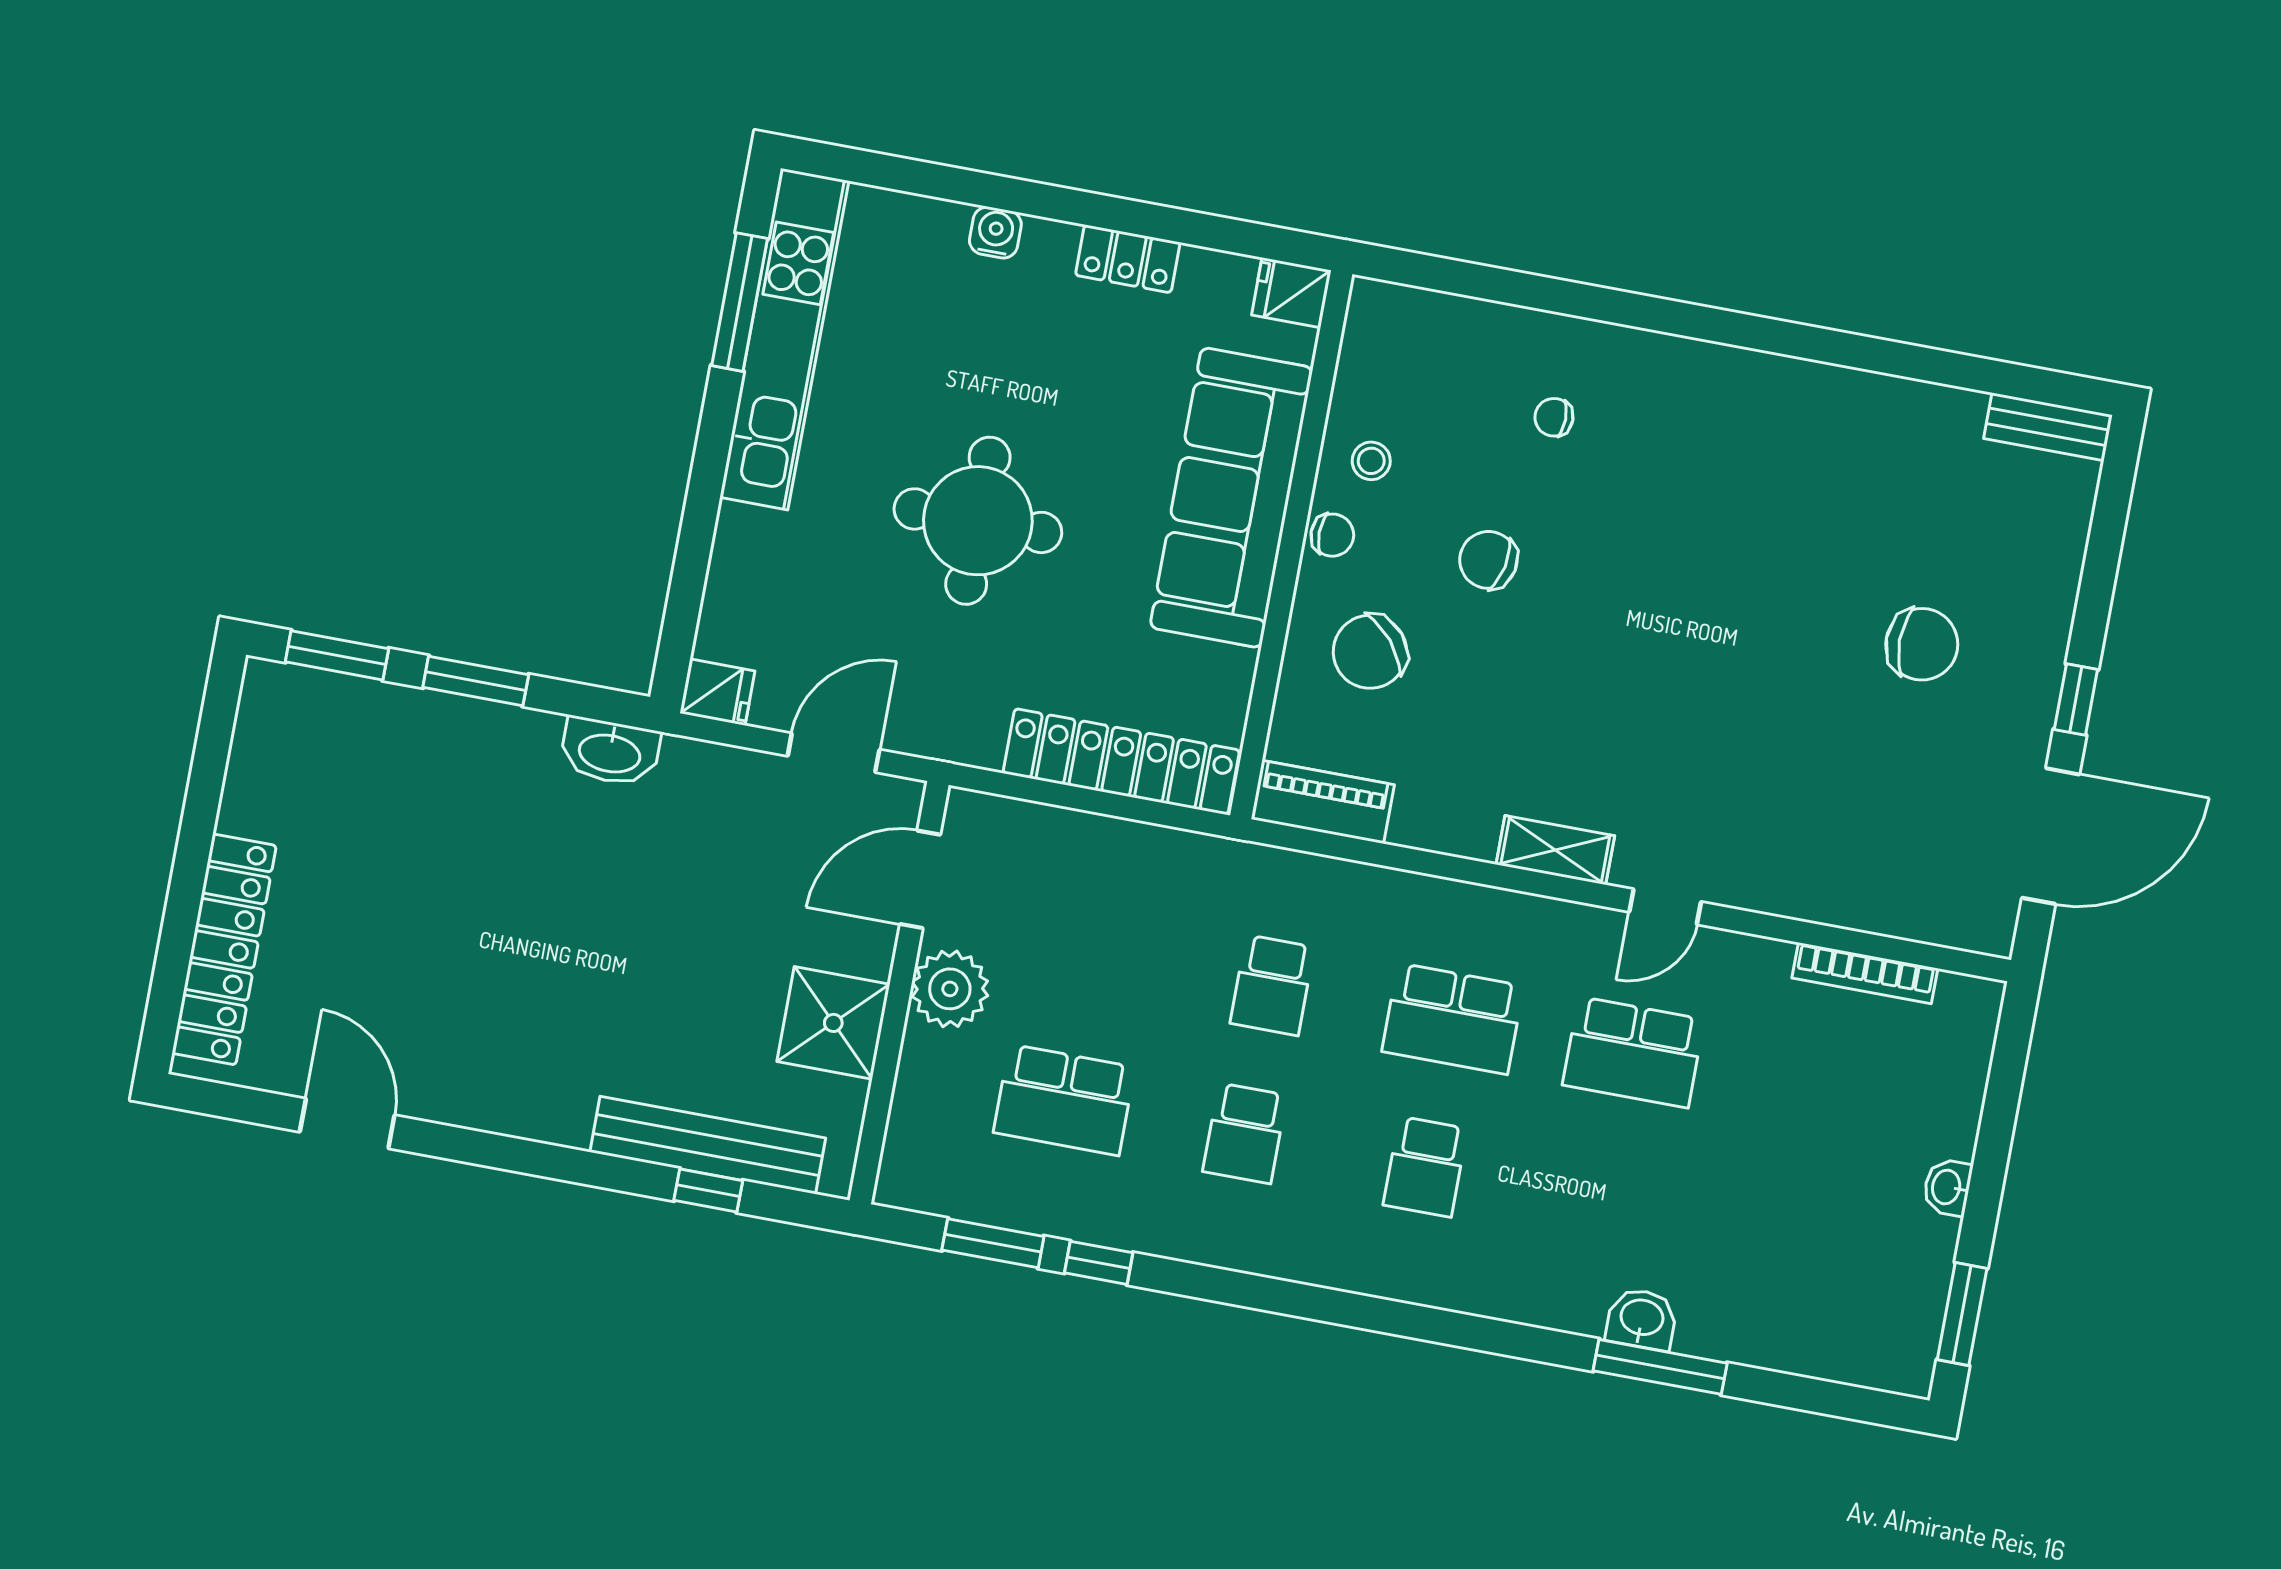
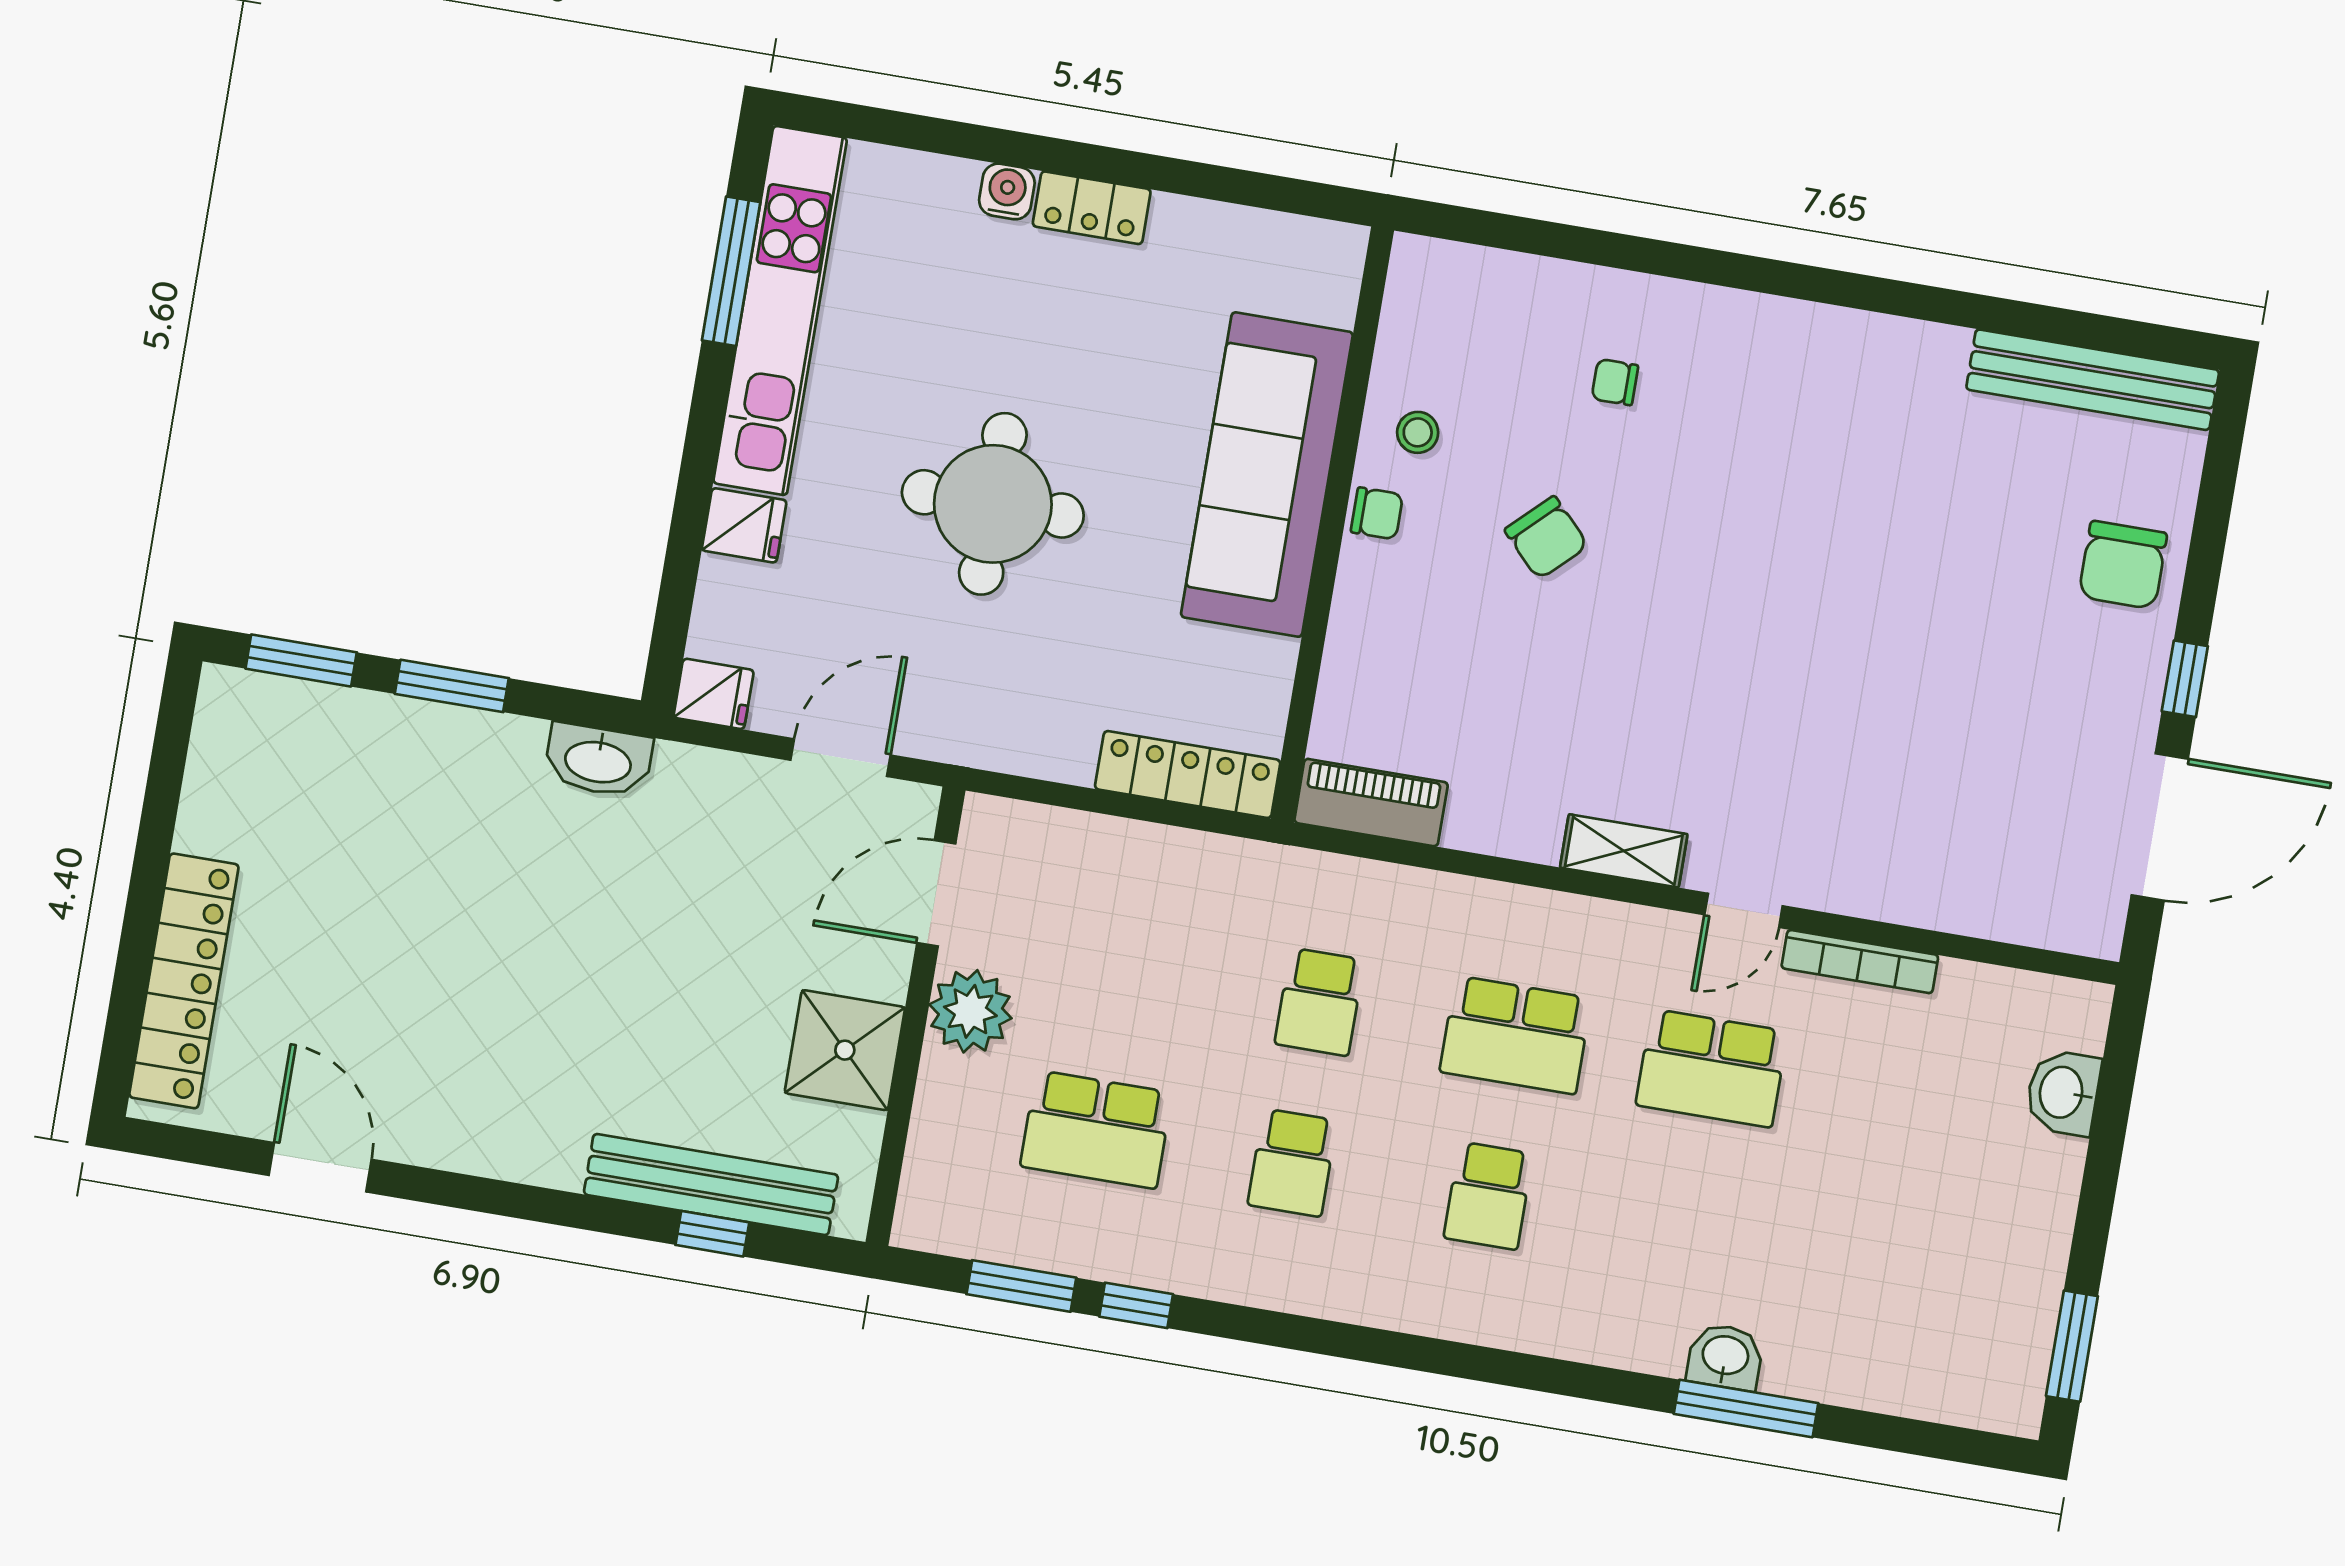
locker: (1128, 259) -> (1092, 208), moved
fridge: (1291, 293) -> (744, 525), moved, turned 180
bench: (2048, 427) -> (2093, 380), width x1.86, depth x1.21
chair: (1488, 560) -> (1546, 538), turned -146
chair: (1922, 644) -> (2123, 565), moved, turned 90
chair: (1370, 652) -> (1420, 639), removed
locker: (1121, 762) -> (1188, 775), width x0.71, depth x0.83
bookcase: (1865, 973) -> (1860, 962), moved
washbasin: (1947, 1187) -> (2063, 1093), moved, width x1.38, depth x1.45

